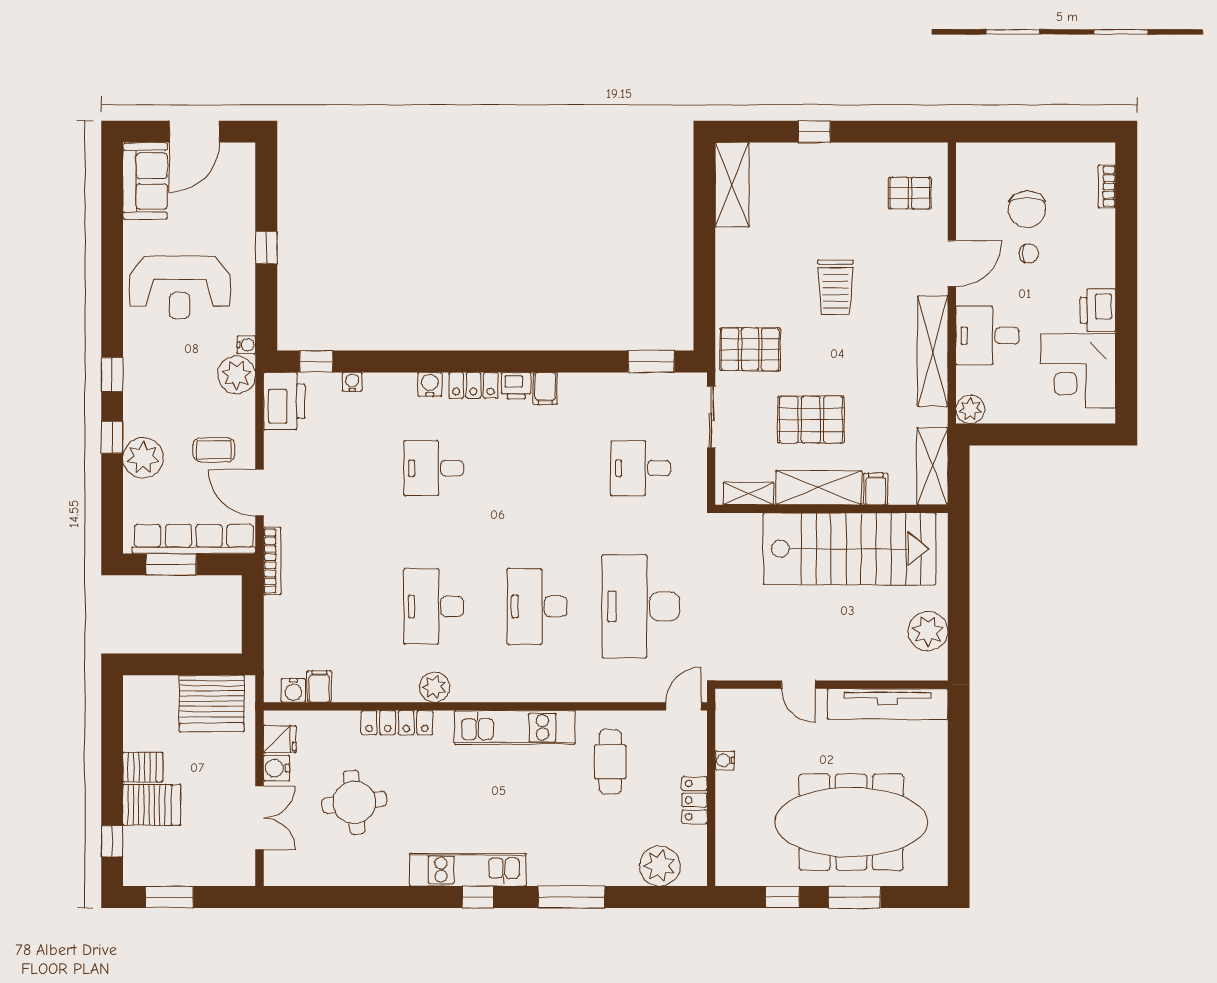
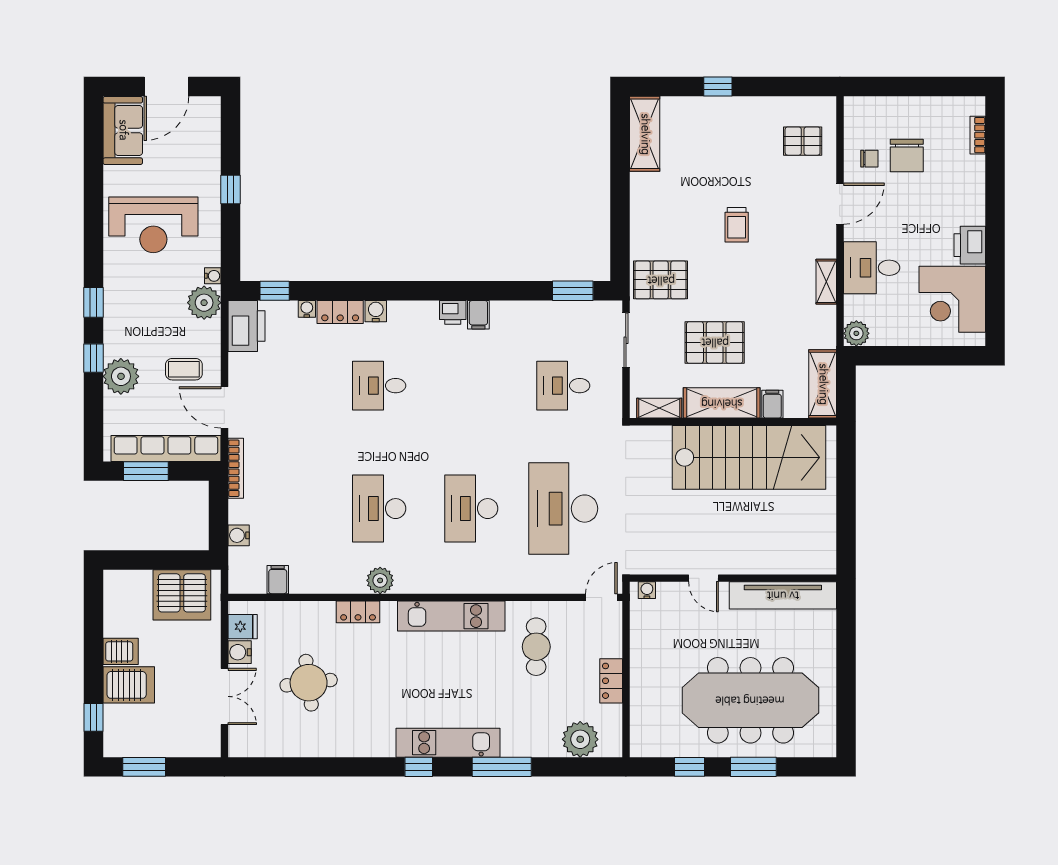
chair: (1029, 253) -> (869, 159), moved
trolley: (836, 287) -> (737, 225), width x0.73, depth x0.72
shelving: (933, 351) -> (826, 282), width x0.45, depth x0.75
locker: (473, 385) -> (340, 312), moved
plant: (928, 631) -> (819, 530), removed
water cooler: (293, 690) -> (239, 535), moved, turned 90
locker: (397, 723) -> (358, 612), width x0.66
water cooler: (725, 760) -> (647, 590), moved, turned 90
kitchen unit: (468, 870) -> (448, 743), moved

